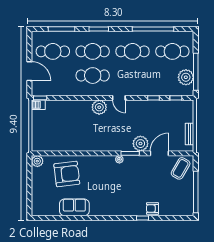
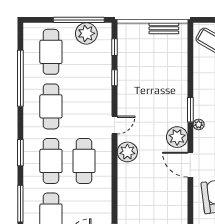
plant: (140, 144) -> (177, 137), moved
door: (159, 153) -> (190, 165), moved

